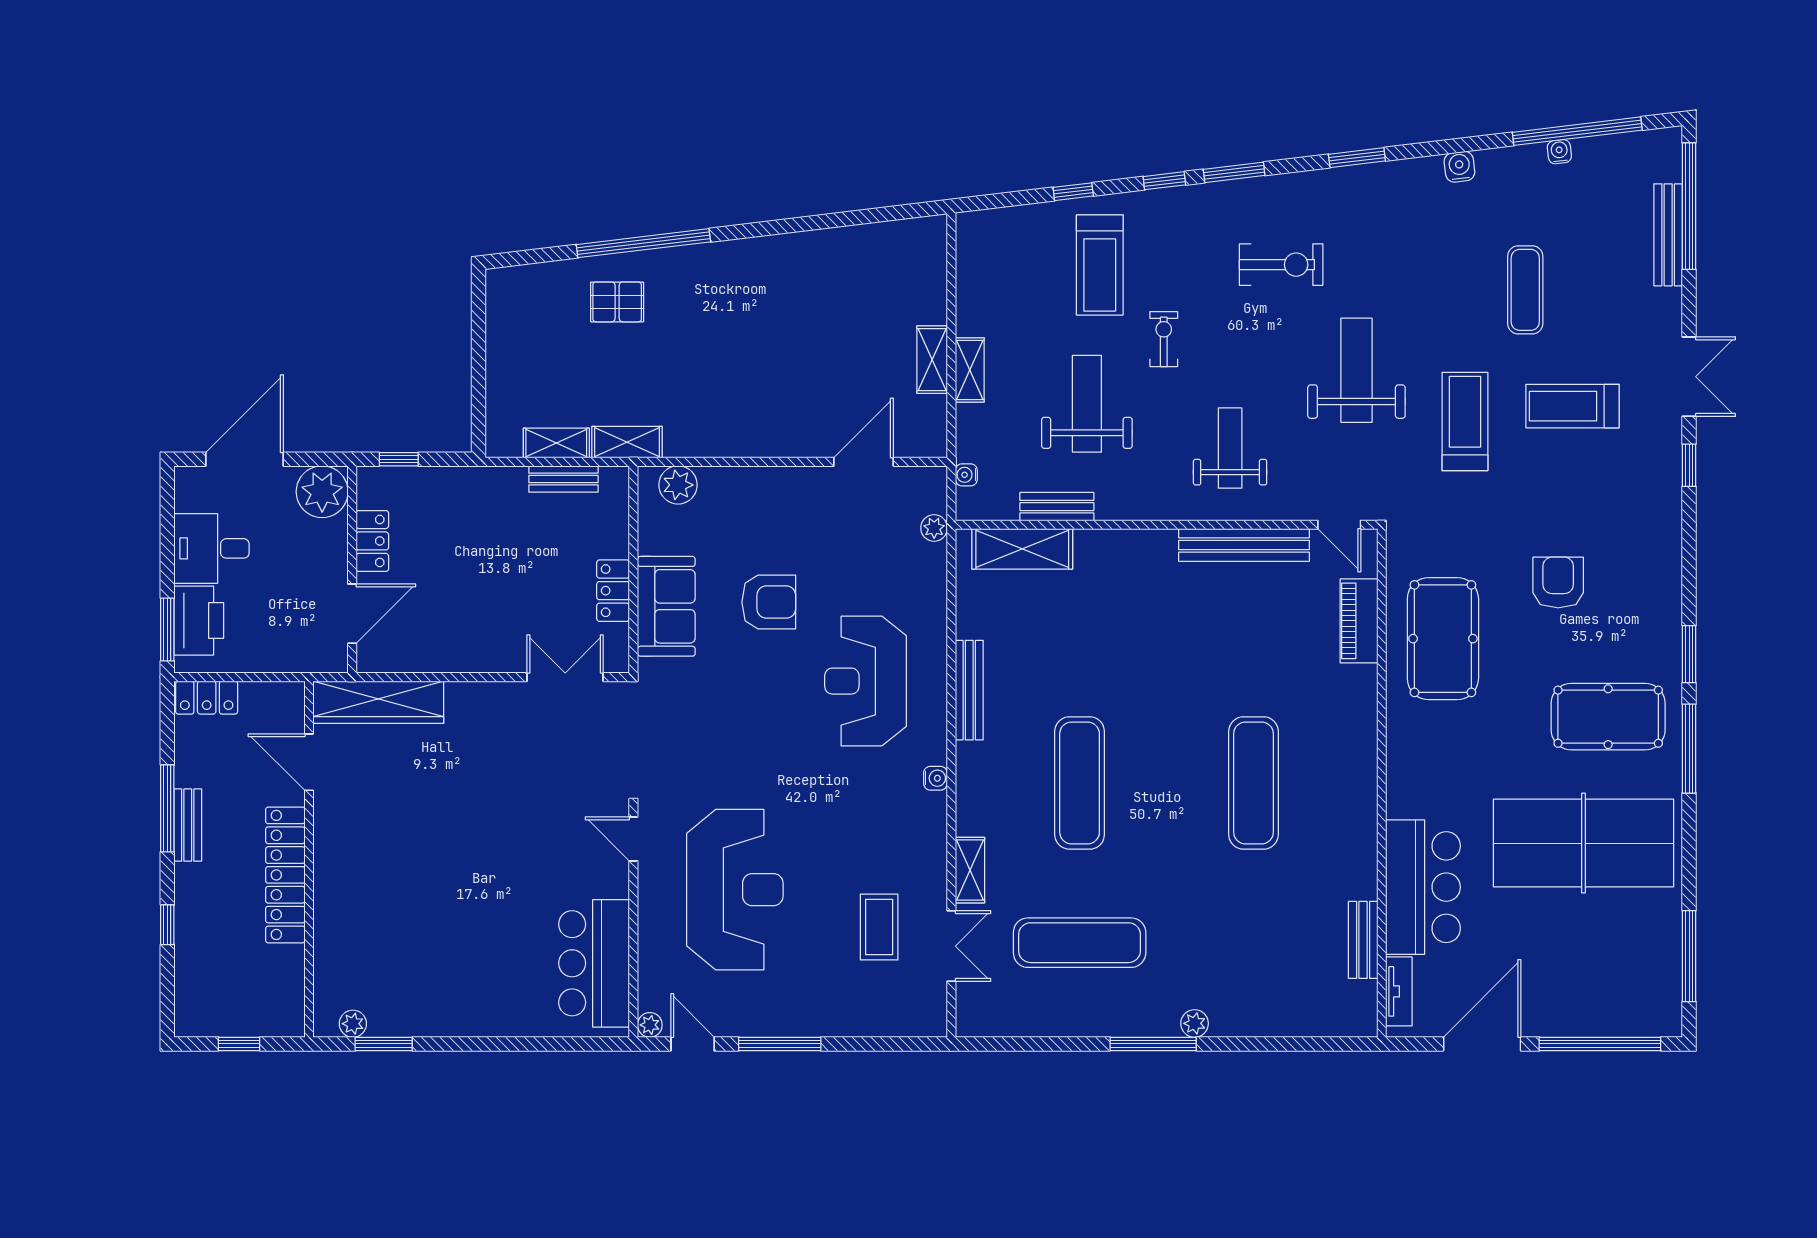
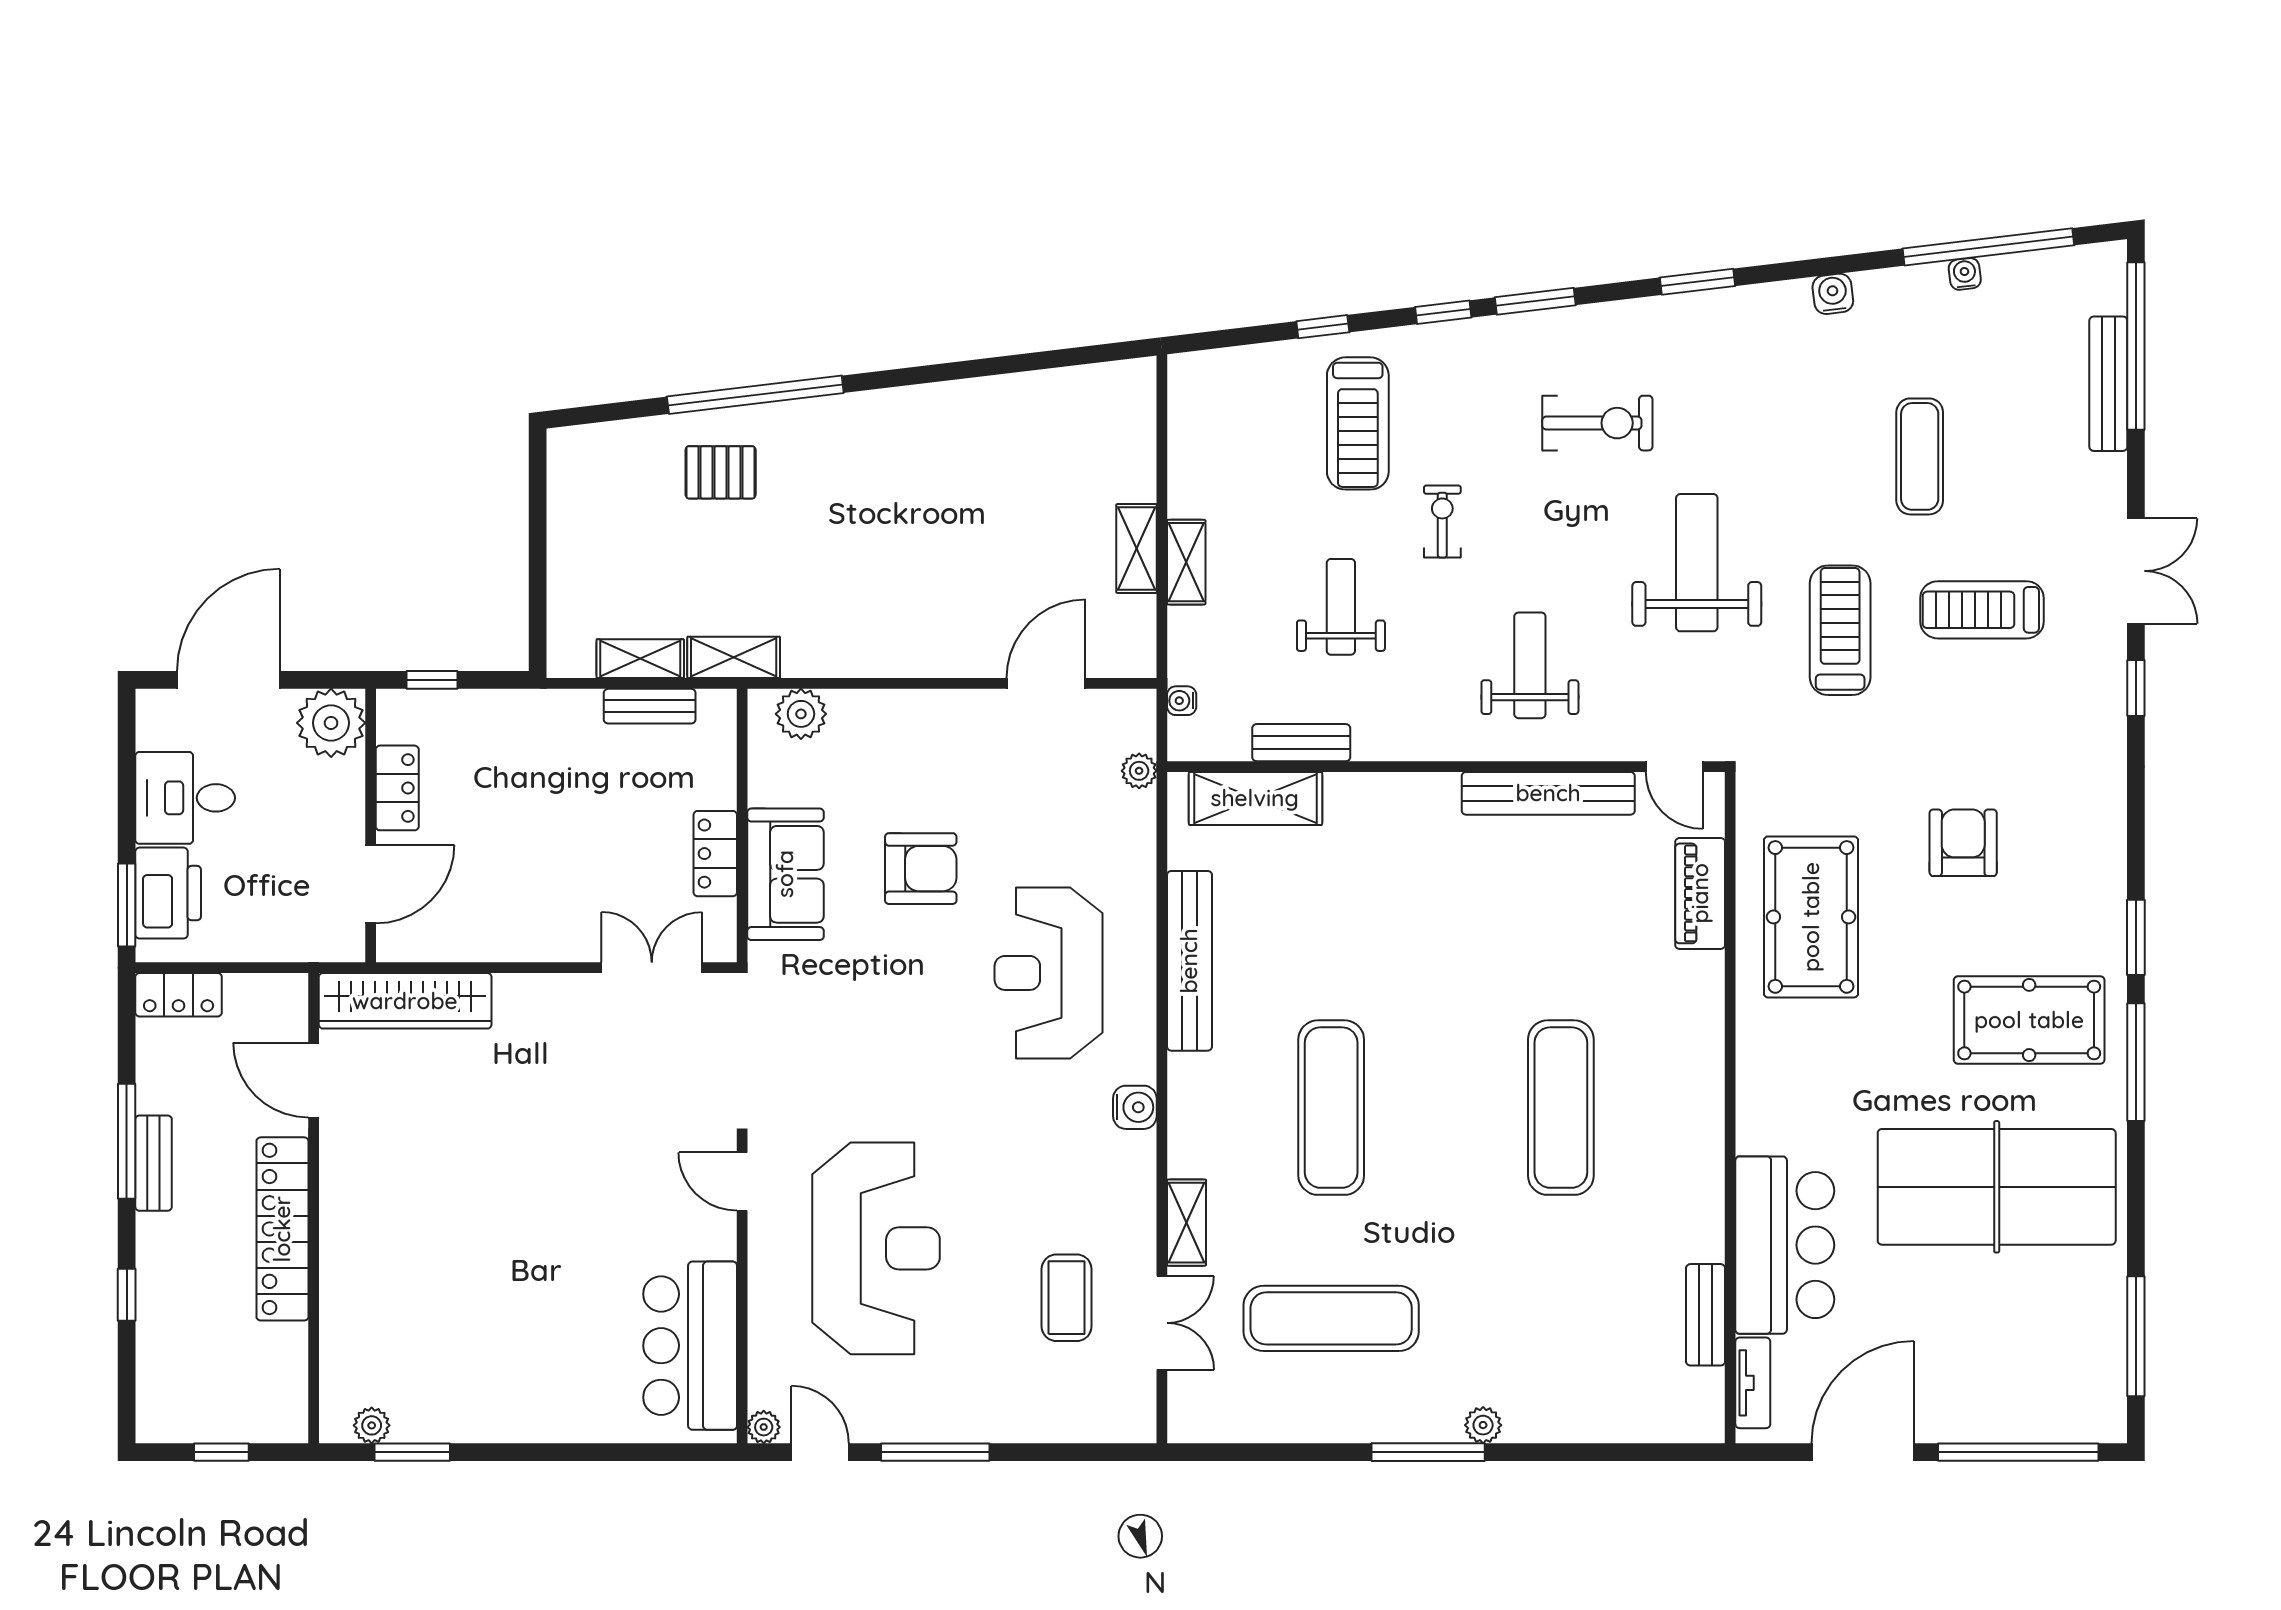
weight bench: (1087, 404) -> (1341, 607), width x0.73, depth x0.75
bench: (969, 690) -> (1189, 961), width x1.37, depth x1.21
water cooler: (935, 778) -> (1135, 1107), width x1.38, depth x1.38

